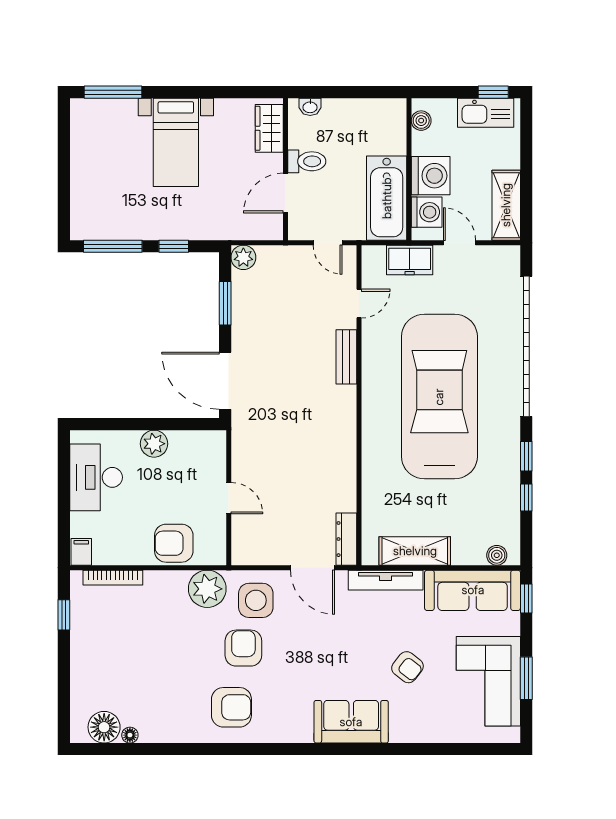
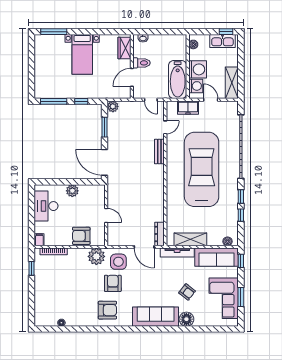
sofa: (351, 722) -> (156, 317), width x1.36
floor lamp: (104, 727) -> (186, 319), moved

